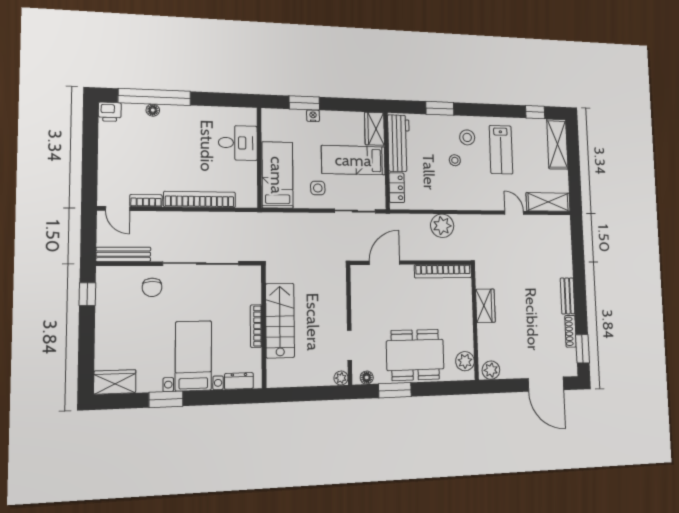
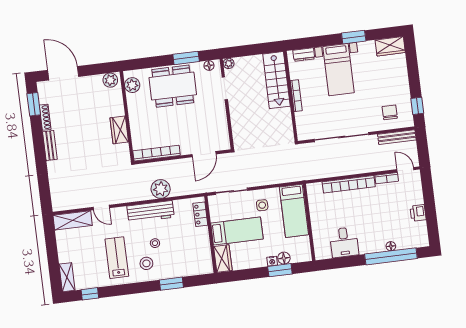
printer: (110, 112) -> (418, 213), moved, turned -90
floor lamp: (298, 117) -> (284, 258), added
desk: (238, 143) -> (344, 242), moved, turned -90
workbench: (399, 143) -> (151, 212), moved, turned -90
shelving: (557, 144) -> (67, 277), width x0.67, depth x0.75
chair: (152, 287) -> (390, 112), moved
stairs: (280, 320) -> (276, 80), moved

